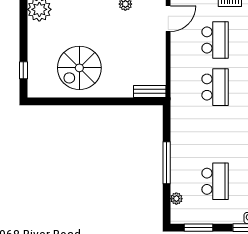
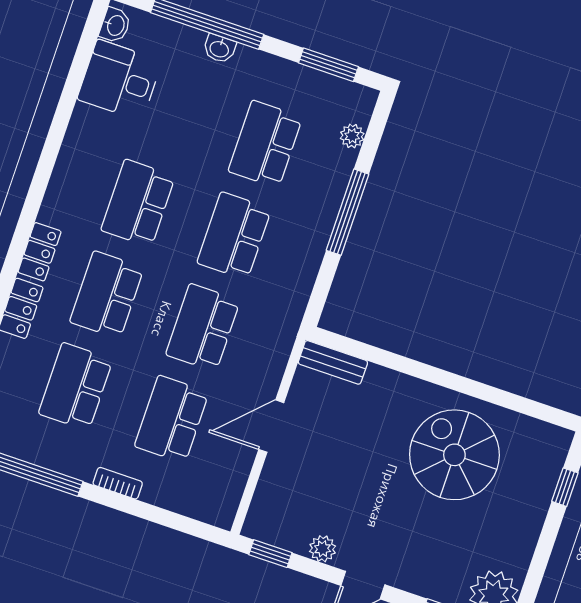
door: (168, 19) -> (271, 426), moved
spiral stairs: (79, 68) -> (454, 455), turned -90
school desk: (215, 134) -> (234, 236), added

